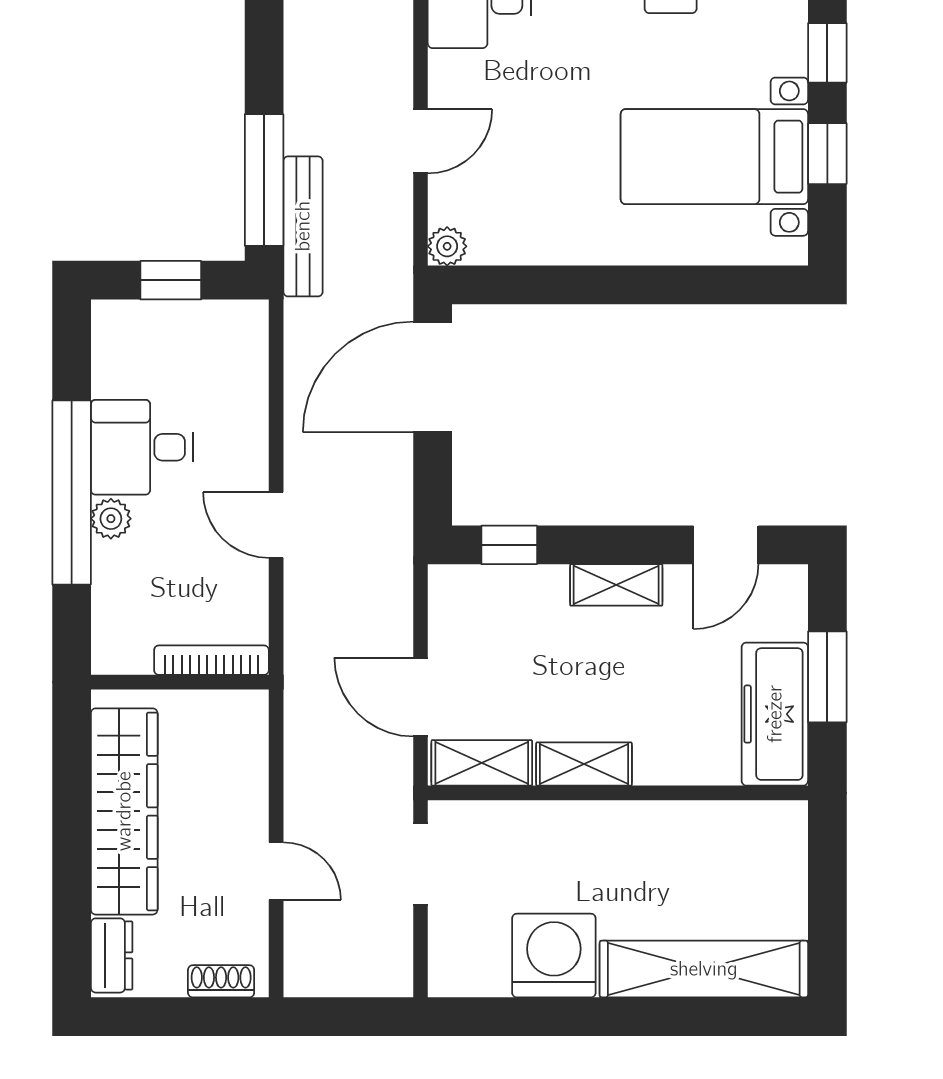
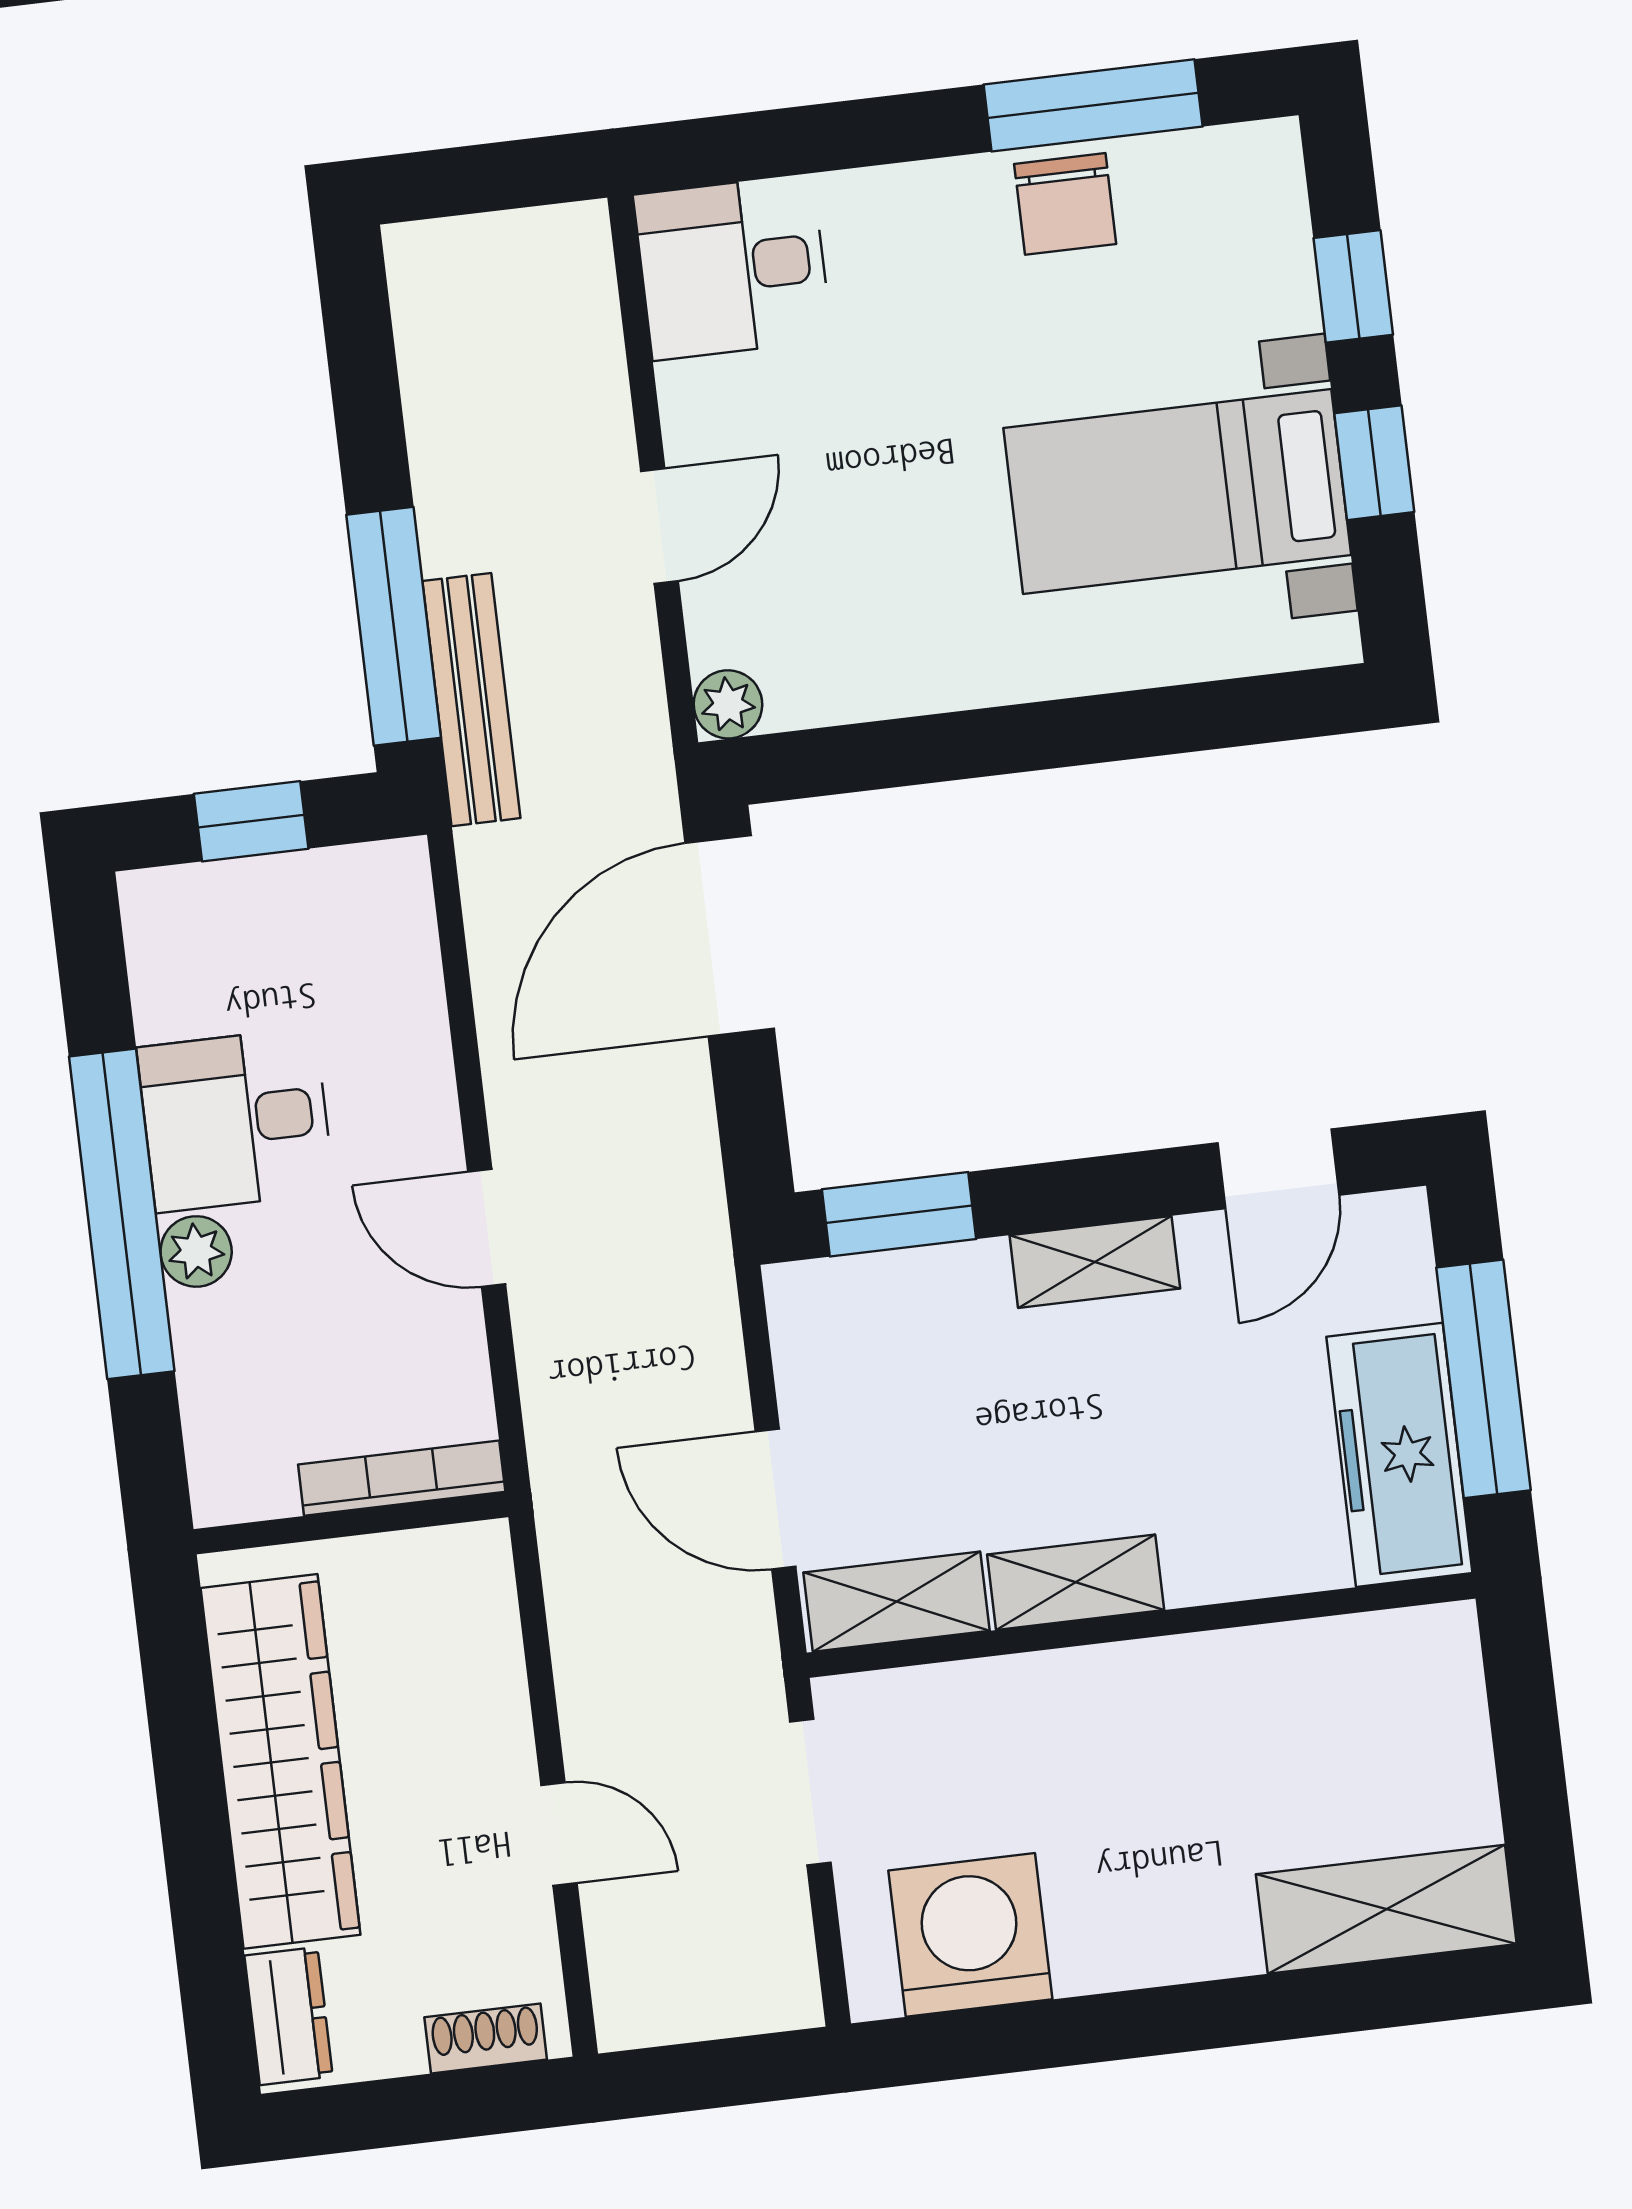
window: (509, 545) -> (899, 1214), width x1.50
window: (827, 677) -> (1483, 1379), width x1.44
washing machine: (554, 956) -> (970, 1935), moved
shelving: (704, 969) -> (1386, 1909), width x0.68

